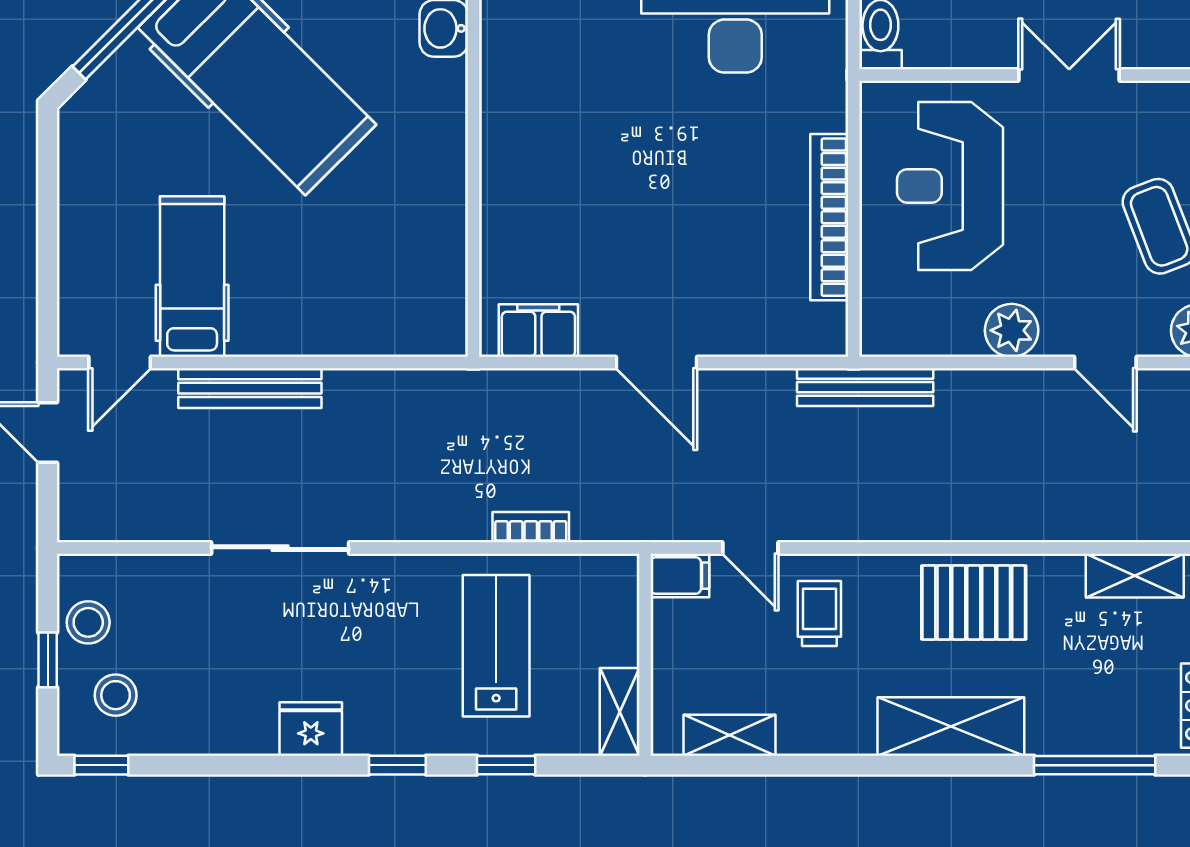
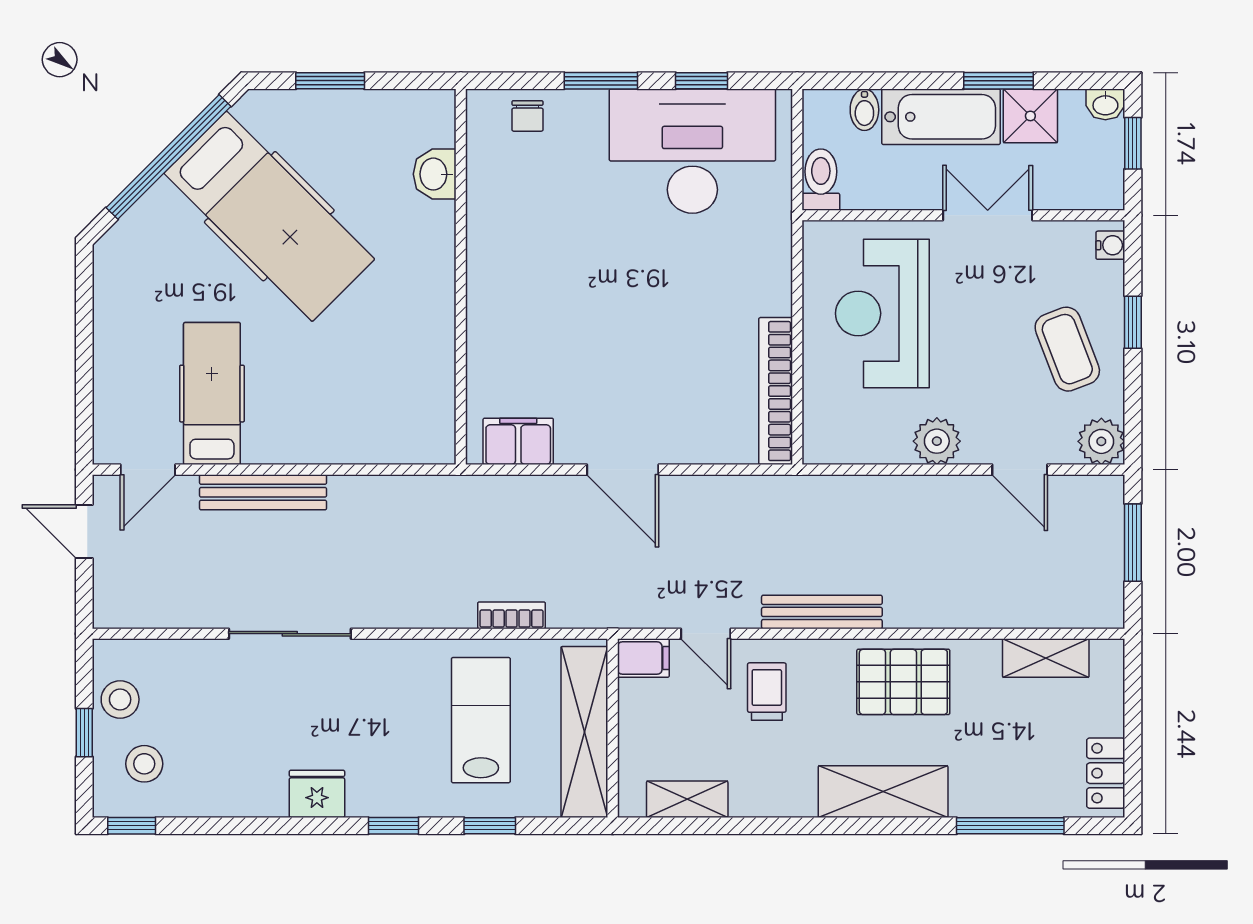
bookcase: (829, 217) -> (776, 391), moved
bench: (865, 387) -> (822, 612), moved
shelving: (620, 712) -> (584, 732), width x2.20, depth x1.33

